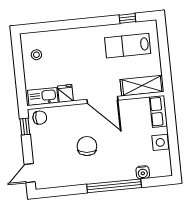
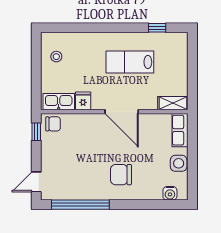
lab bench: (128, 46) -> (130, 62), moved
shelving: (142, 86) -> (173, 103), width x0.67, depth x0.75
chair: (87, 146) -> (121, 175), moved, turned -96
water cooler: (143, 172) -> (170, 193), moved
window: (114, 186) -> (80, 205), moved

